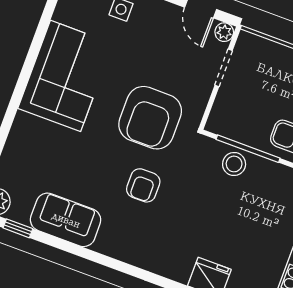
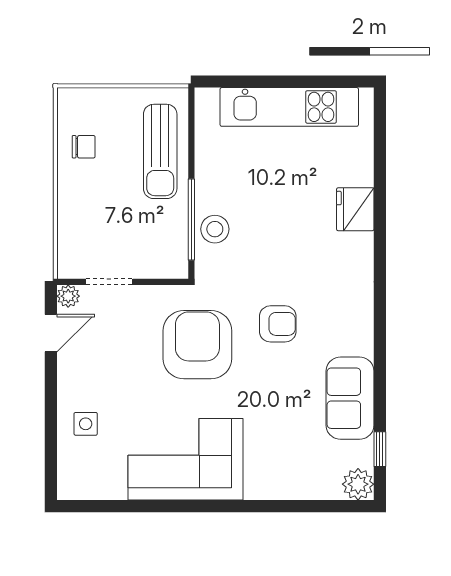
armchair: (150, 118) -> (197, 345), turned -90

